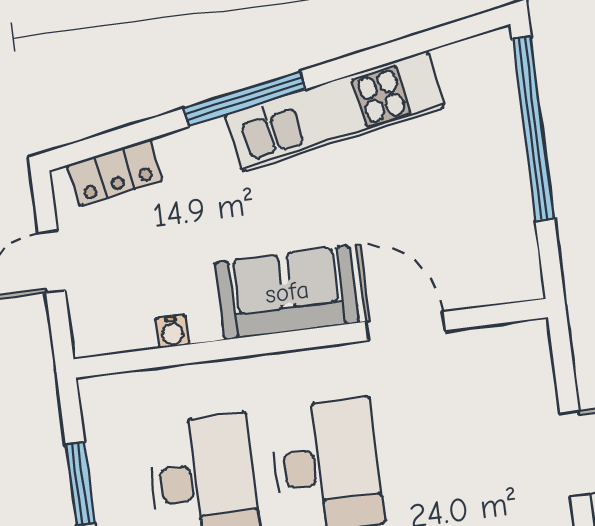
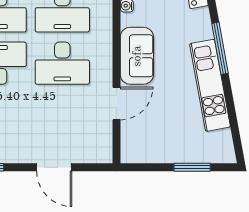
window: (533, 129) -> (192, 167), width x0.47

